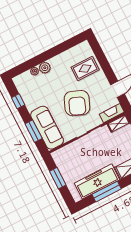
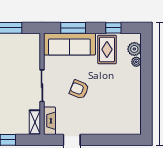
plant: (45, 68) -> (134, 49), moved
rug: (85, 68) -> (107, 49), moved
armchair: (77, 103) -> (79, 89), width x0.53, depth x0.53

